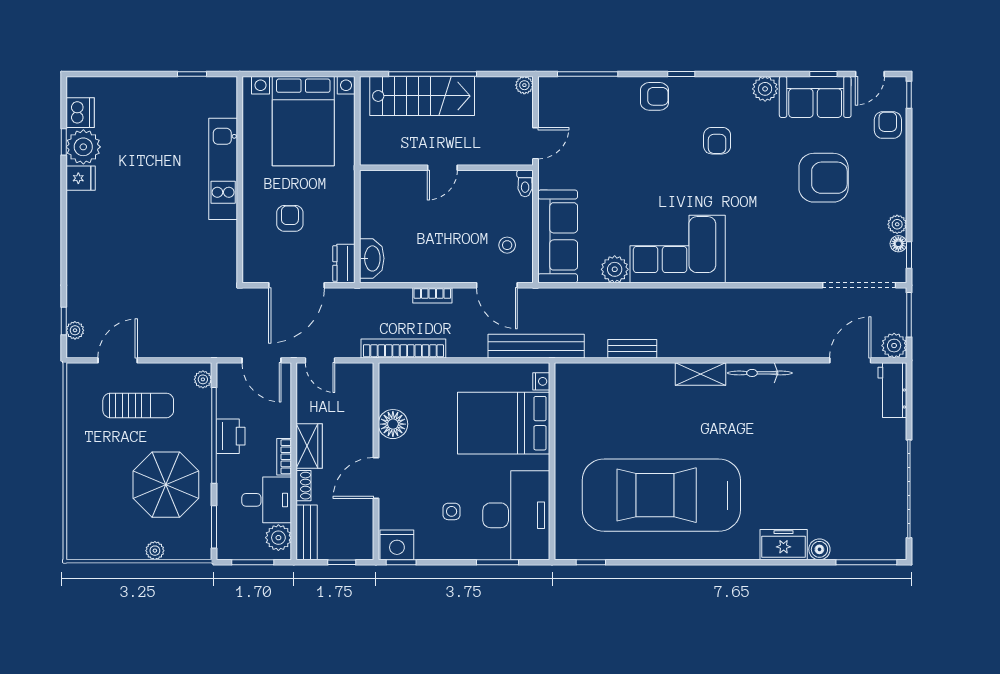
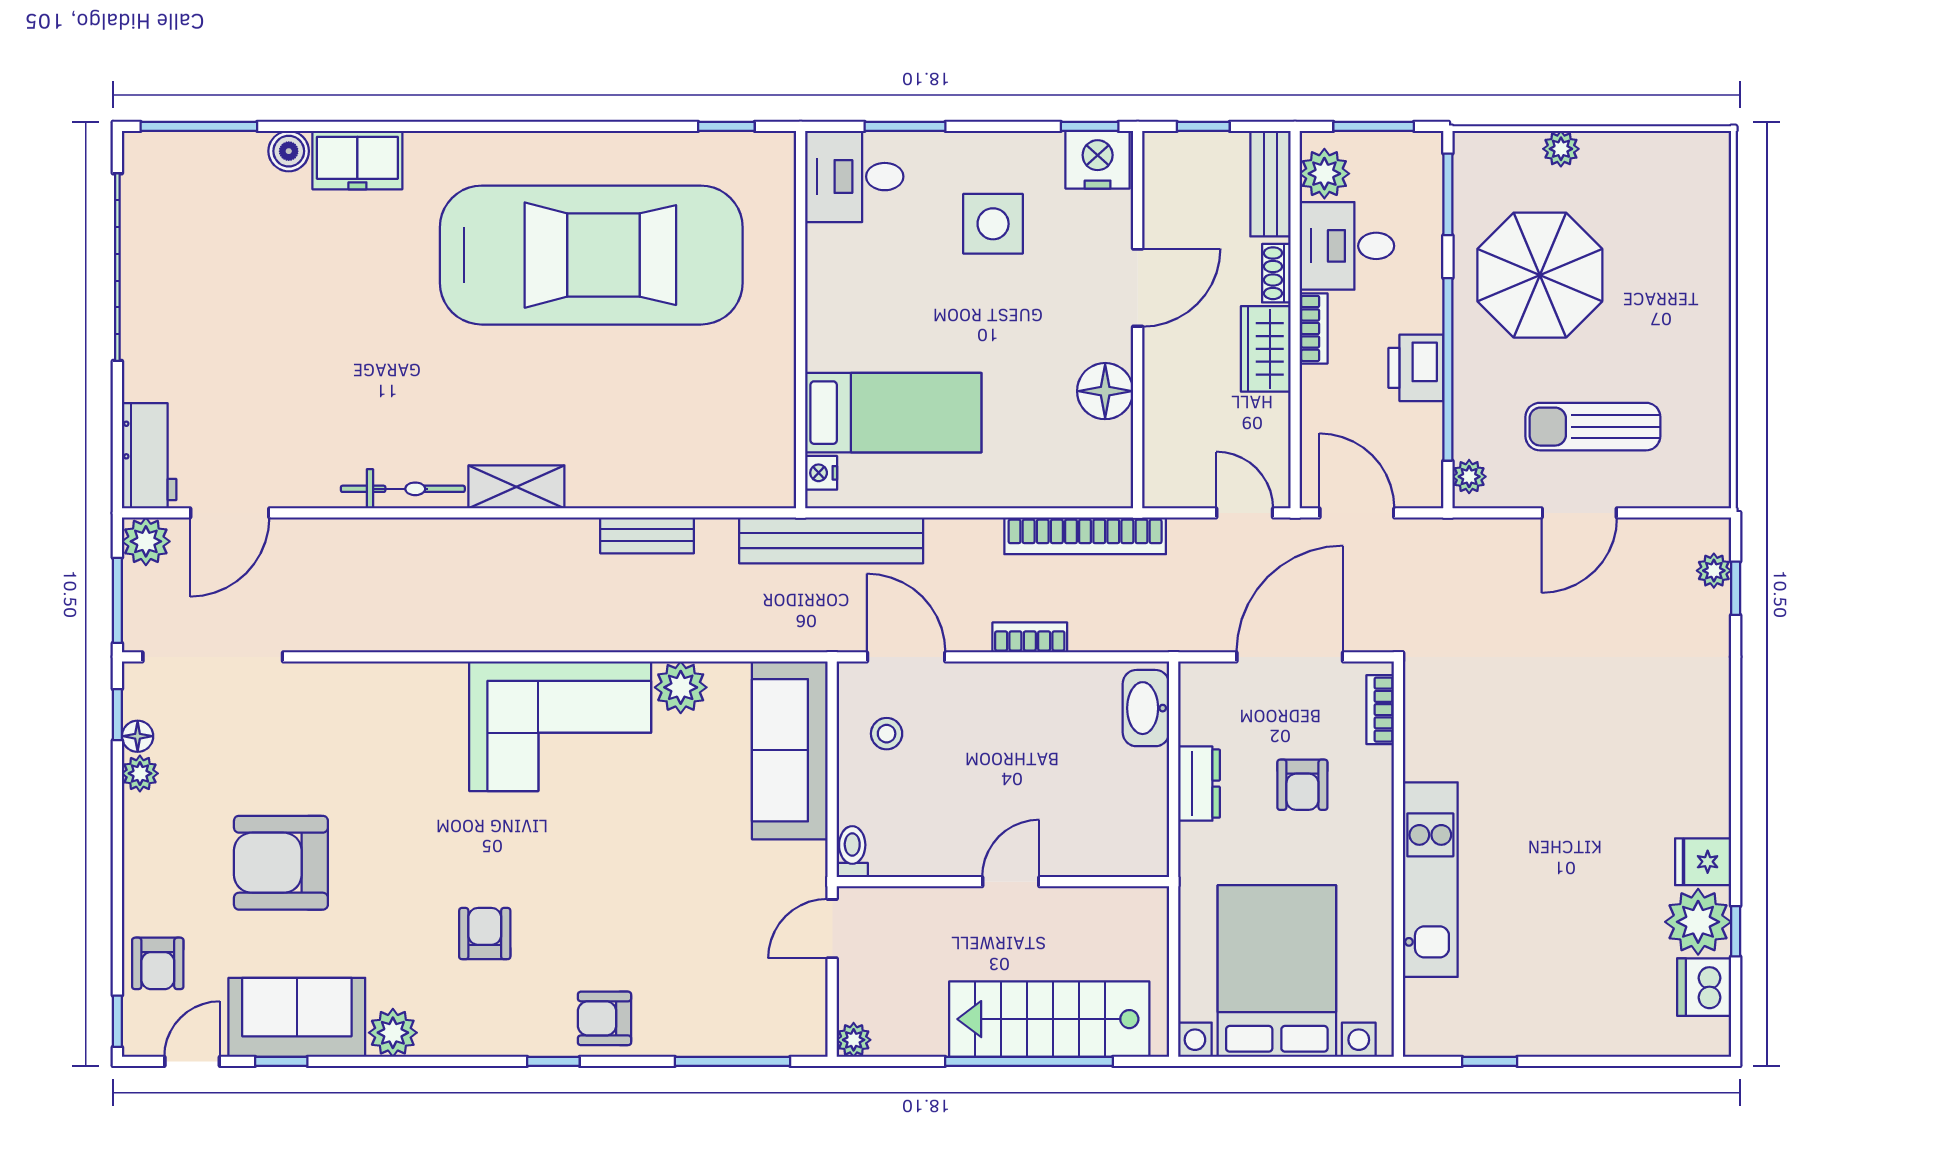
bookcase: (249, 258) -> (1380, 710), added
dresser: (344, 263) -> (1199, 784), moved
door: (118, 360) -> (1579, 513), moved
bed: (504, 423) -> (893, 413), width x0.67
side table: (452, 511) -> (993, 224), width x1.87, depth x1.87
desk: (516, 515) -> (854, 177), width x0.53, depth x0.77

